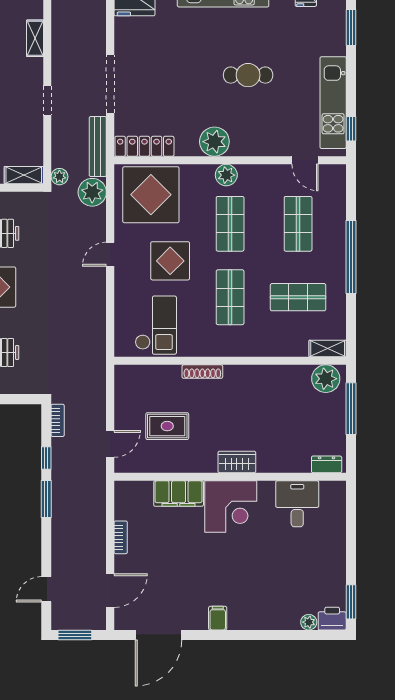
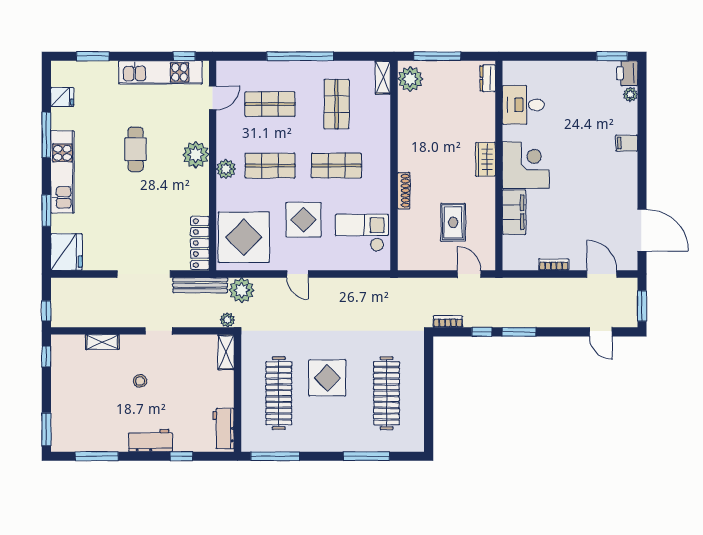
plant: (214, 142) -> (196, 155), moved
filing cabinet: (218, 618) -> (627, 143), moved

